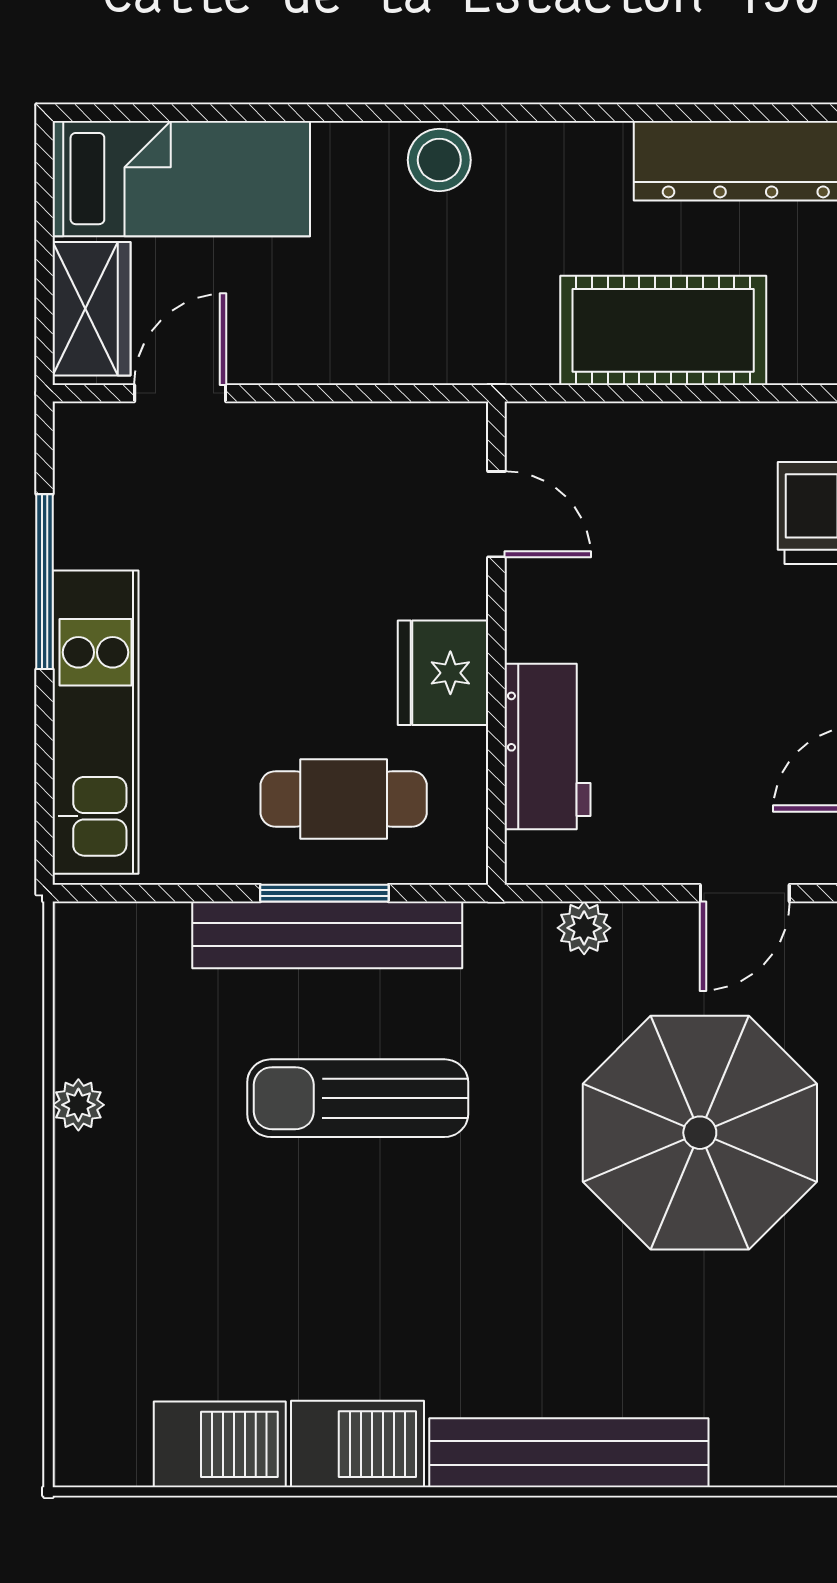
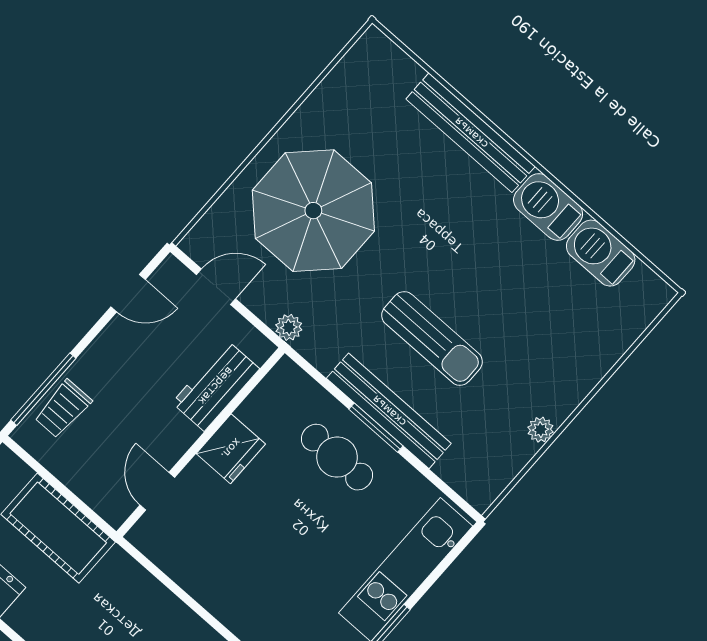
door: (496, 514) -> (157, 491), moved
wall: (496, 643) -> (201, 442), moved
fridge: (443, 673) -> (231, 449), moved
workbench: (547, 746) -> (216, 386), moved

